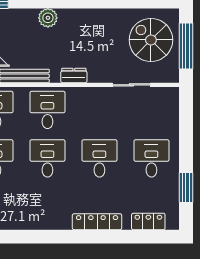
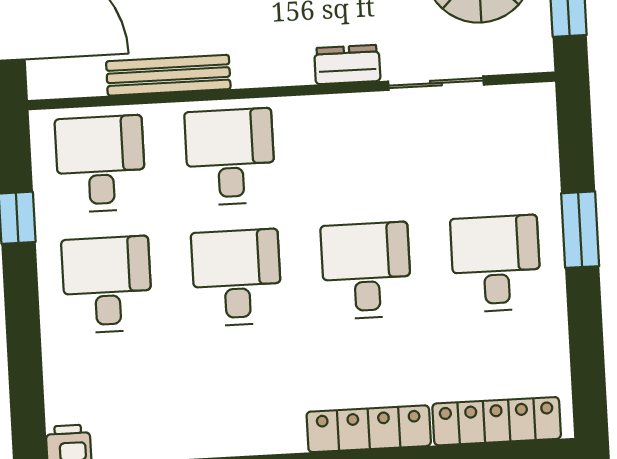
dresser: (74, 76) -> (347, 65), moved
window: (186, 187) -> (580, 230), moved
locker: (148, 221) -> (497, 421), width x1.53

